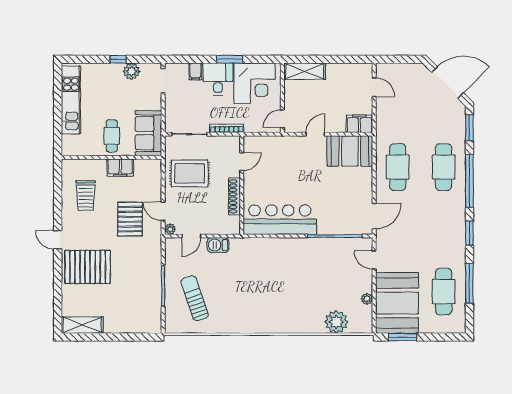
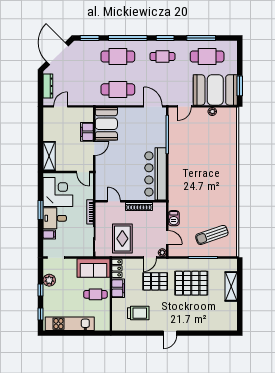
window: (84, 59) -> (41, 314), added
dresser: (402, 69) -> (48, 86), added
filing cabinet: (359, 124) -> (87, 132), moved
door: (315, 134) -> (94, 148), swing flipped
locker: (148, 166) -> (117, 268), added
cafe table: (444, 229) -> (162, 56), added
pallet: (88, 267) -> (191, 283), moved, turned 90
plant: (336, 322) -> (229, 133), removed
shelving: (82, 325) -> (231, 286), moved

